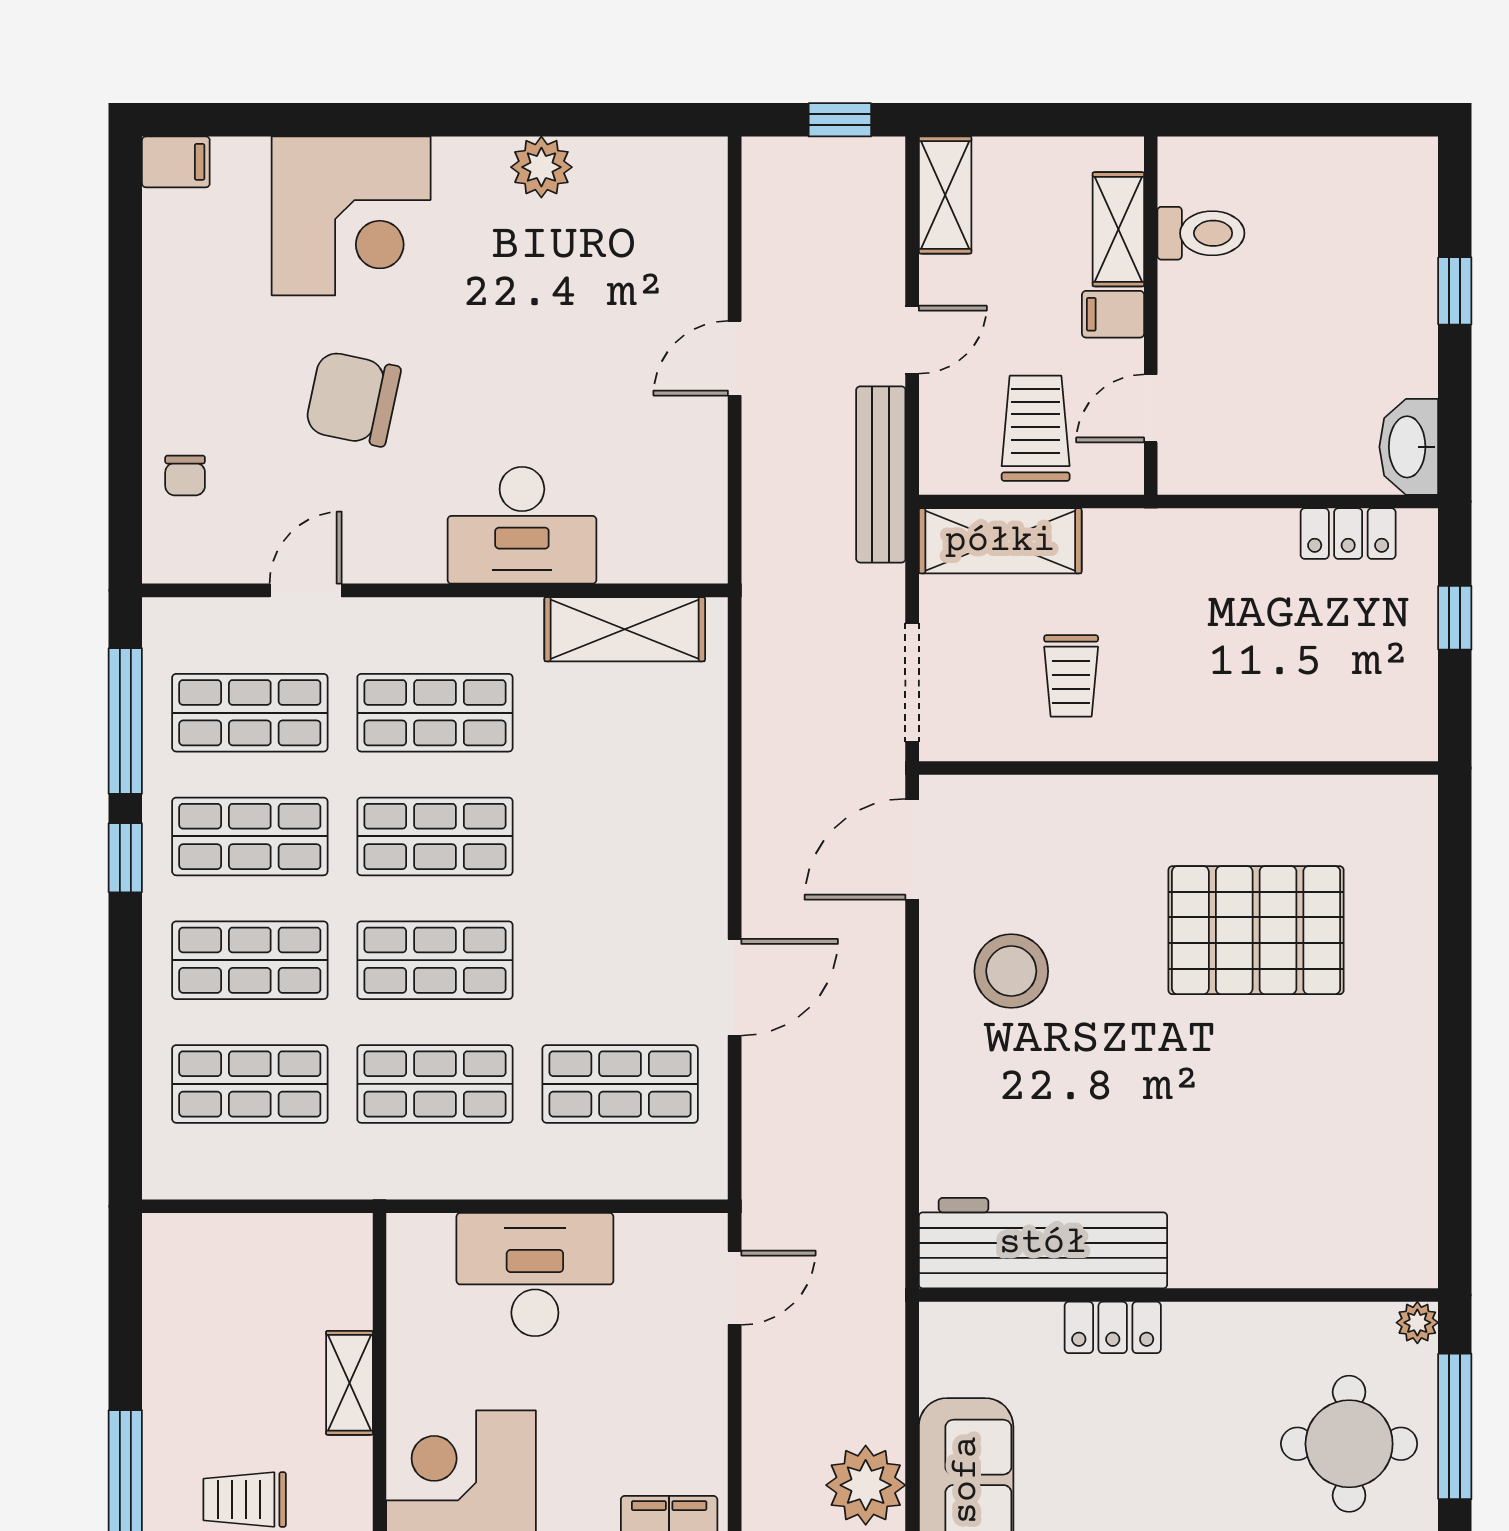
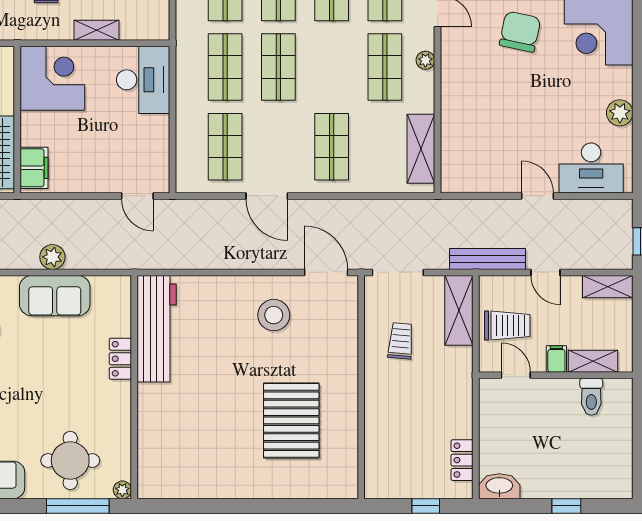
desk: (522, 525) -> (591, 168), moved, turned -90
plant: (419, 618) -> (425, 60), added
trolley: (1071, 676) -> (401, 341), turned 95
shop shelf: (435, 836) -> (332, 147), moved
desk: (535, 1275) -> (143, 80), moved
plant: (866, 1485) -> (52, 257), width x0.73, depth x0.73

